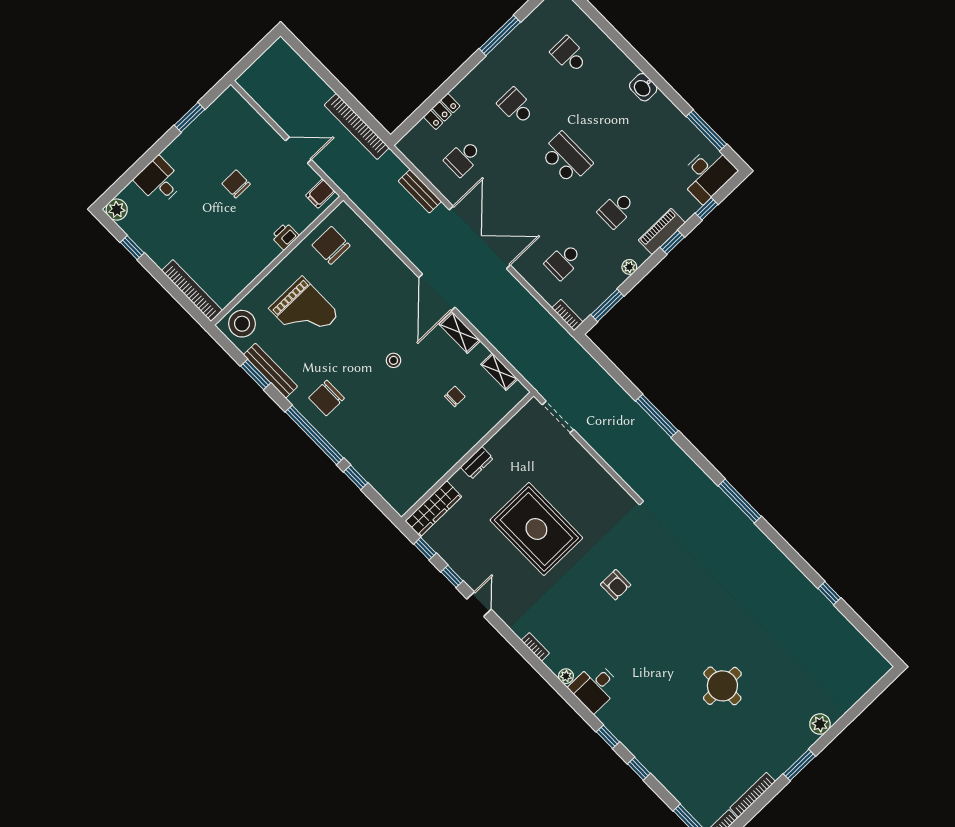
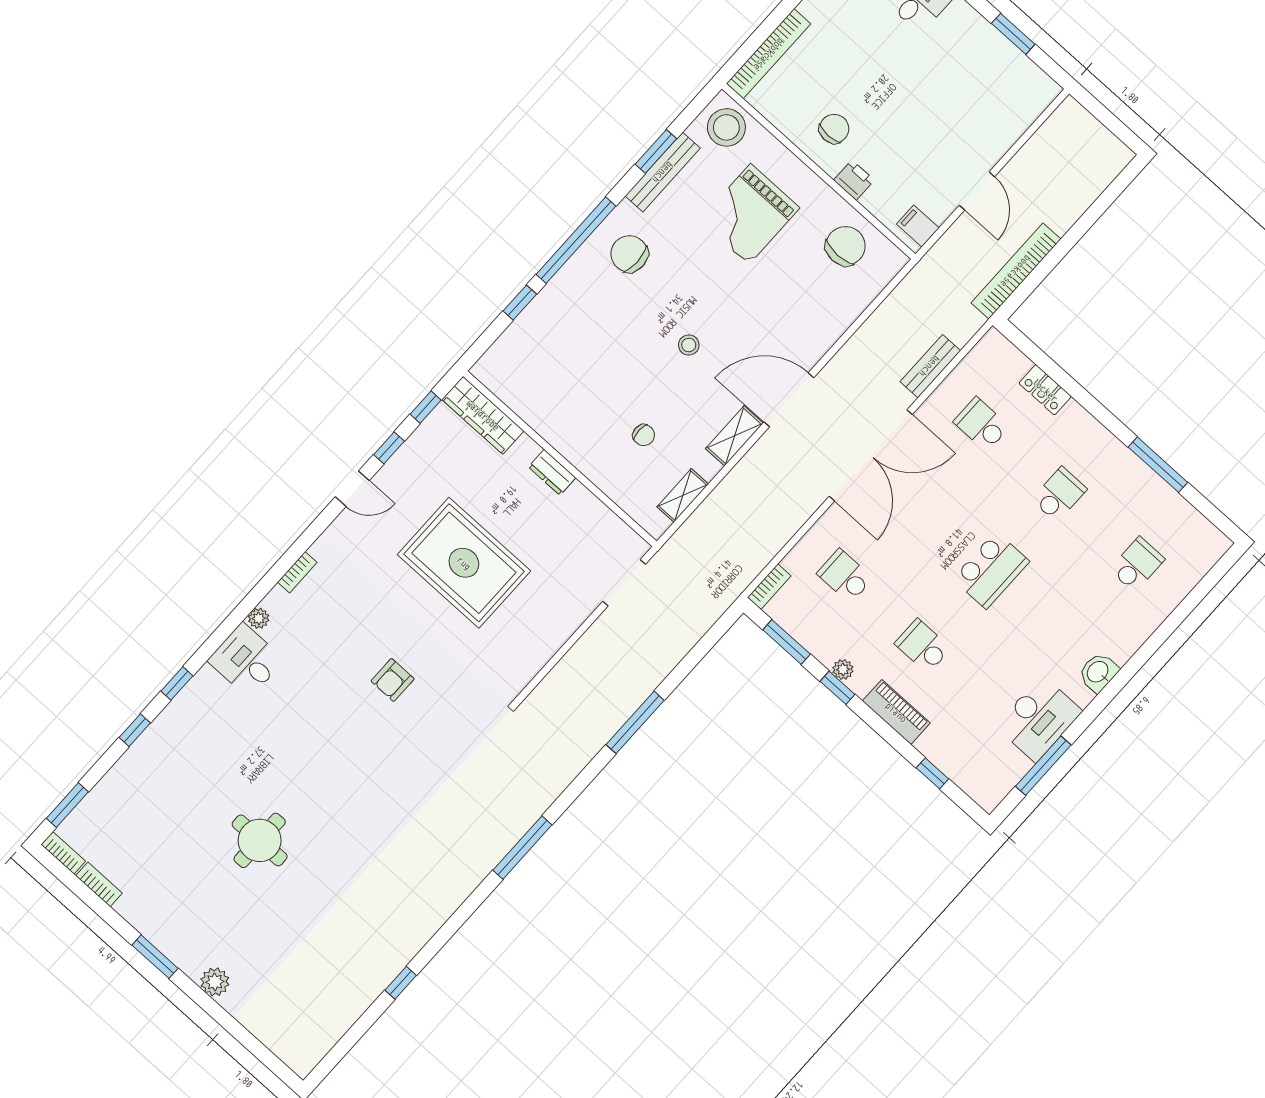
desk: (707, 174) -> (1039, 719), moved, turned -90
chair: (236, 184) -> (834, 129), moved
window: (672, 242) -> (837, 688), moved
rug: (536, 529) -> (464, 563), turned 90
bookcase: (753, 795) -> (99, 884), width x0.64

